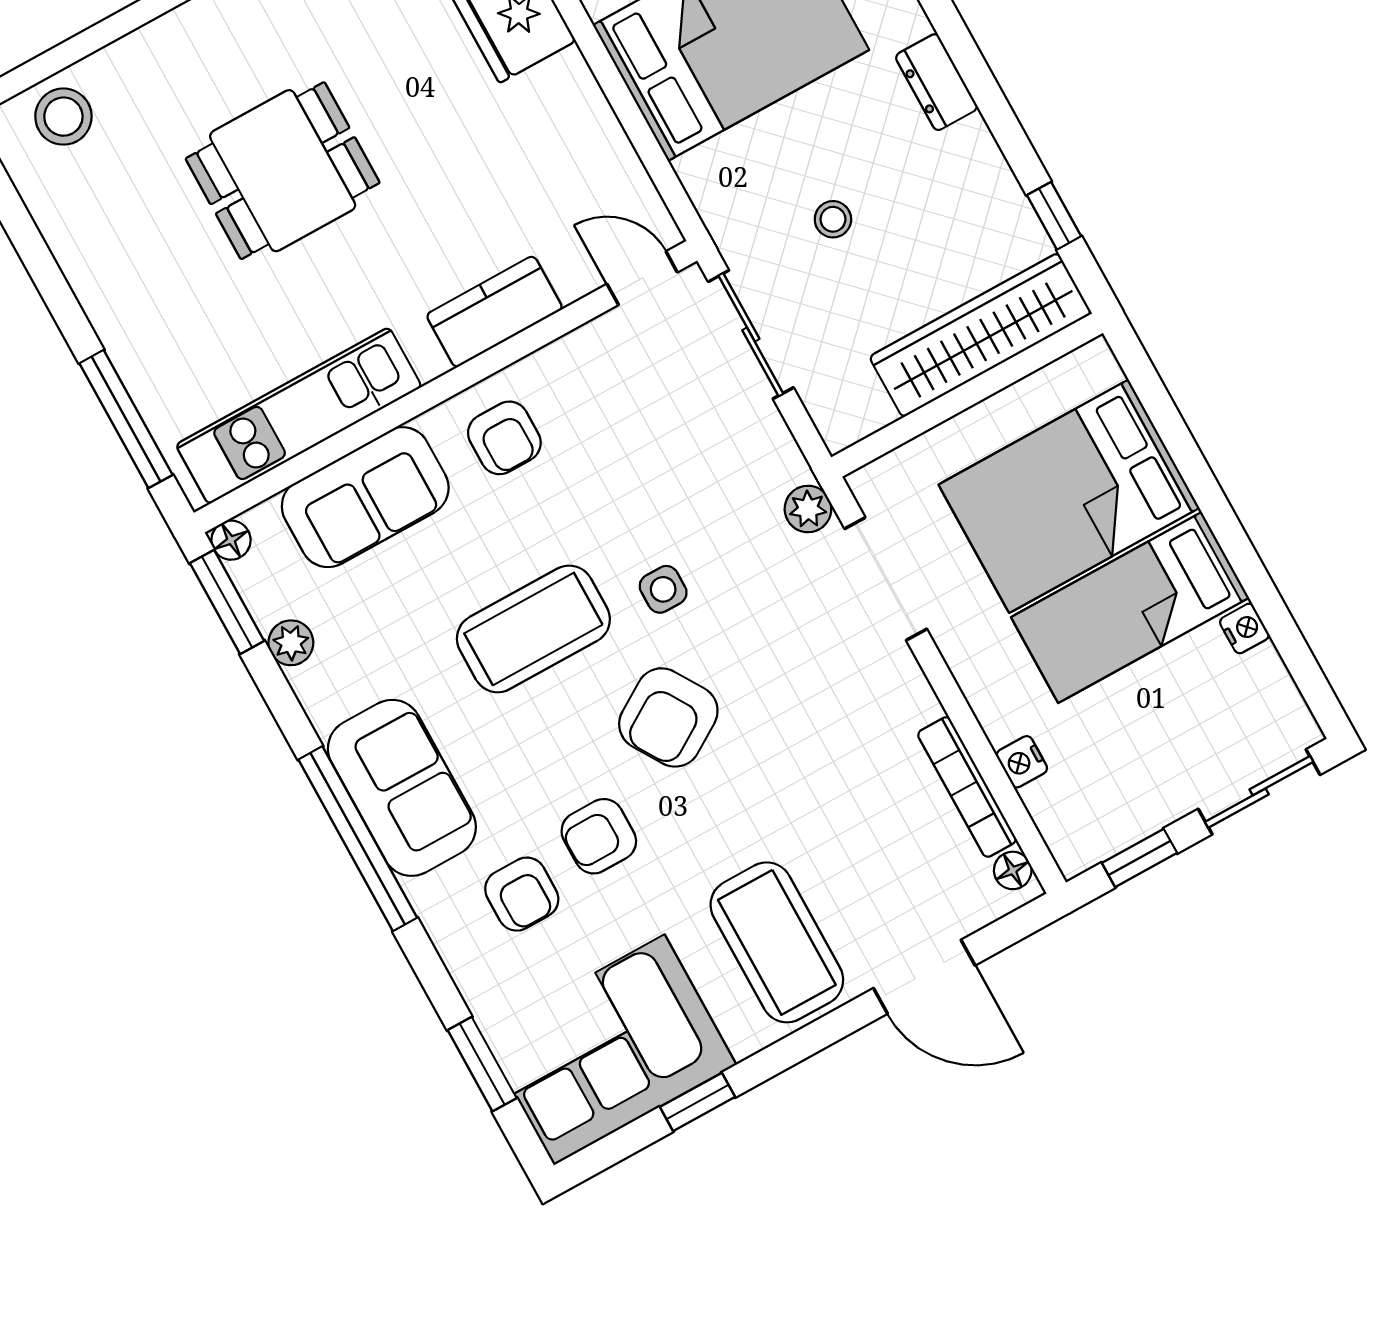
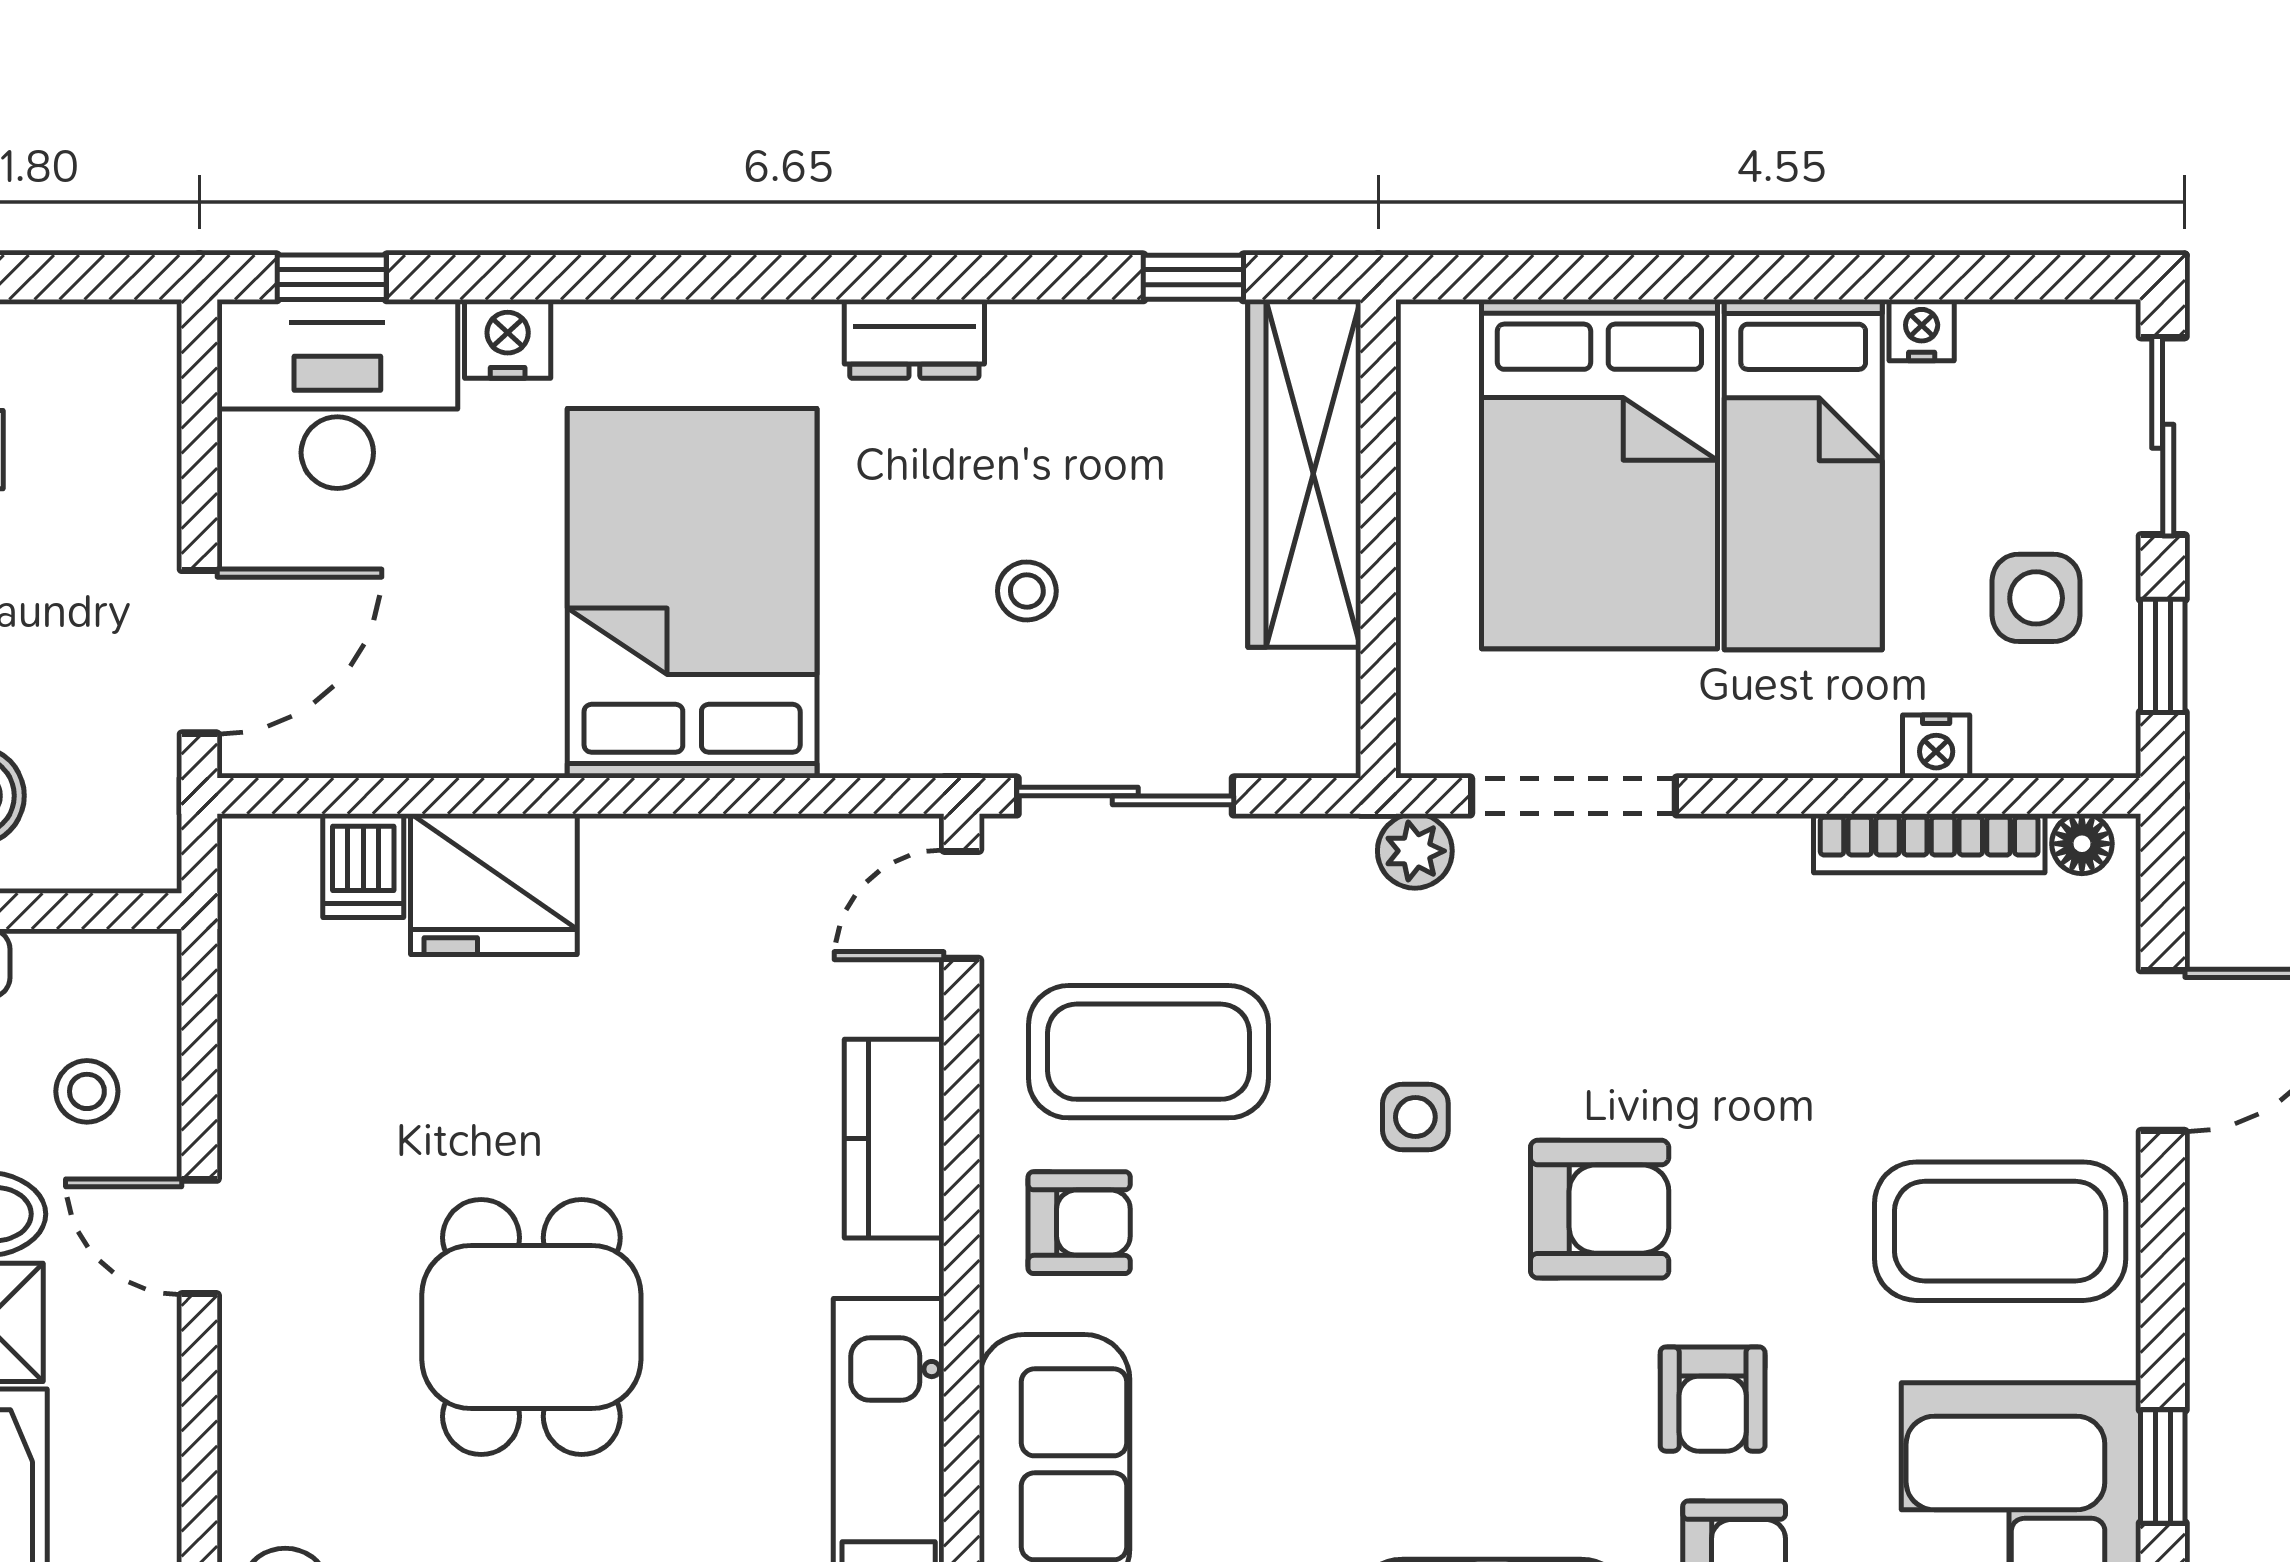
coffee table: (533, 629) -> (1149, 1052), moved, turned 90
armchair: (668, 717) -> (1600, 1209), turned -58
side table: (1133, 771) -> (2036, 598), added

